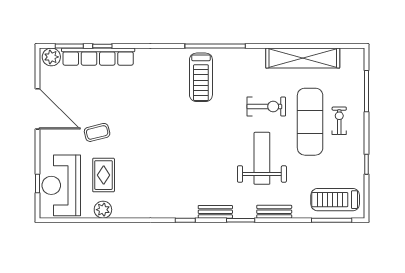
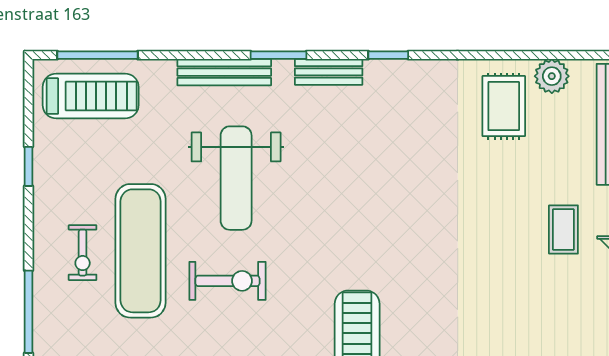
exercise bike: (266, 107) -> (227, 281), turned 180
coffee table: (97, 132) -> (563, 229), turned -76
rug: (104, 175) -> (504, 106), moved
bench: (274, 212) -> (224, 72), width x1.36

